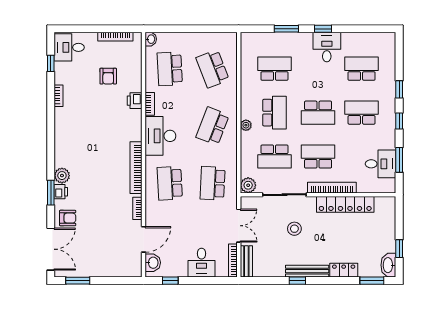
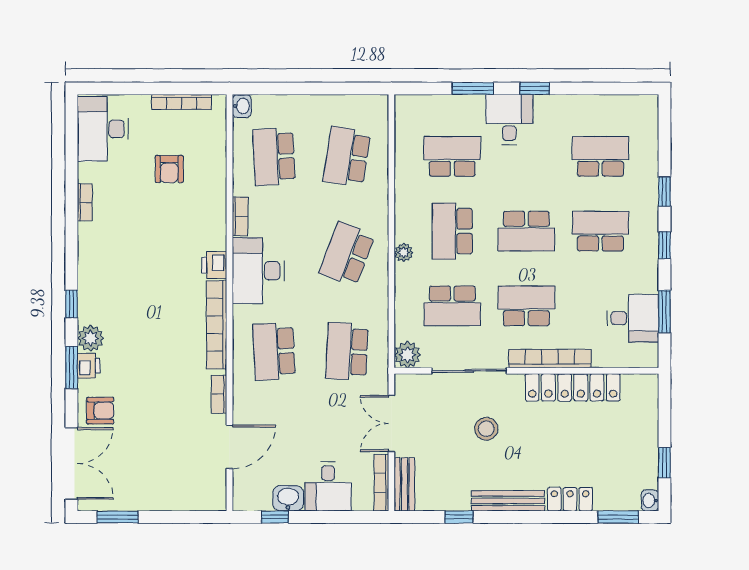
desk: (69, 47) -> (103, 129), width x1.37
desk: (327, 47) -> (509, 120), moved
window: (51, 63) -> (71, 304), moved
school desk: (213, 69) -> (347, 157), turned 30
printer: (135, 101) -> (214, 265), moved
school desk: (274, 113) -> (452, 231), turned 180
double door: (239, 226) -> (391, 423), swing flipped
washbasin: (153, 263) -> (288, 498), moved, turned -90
washbasin: (388, 265) -> (650, 500), width x0.52, depth x0.69
window: (297, 281) -> (459, 517), moved

